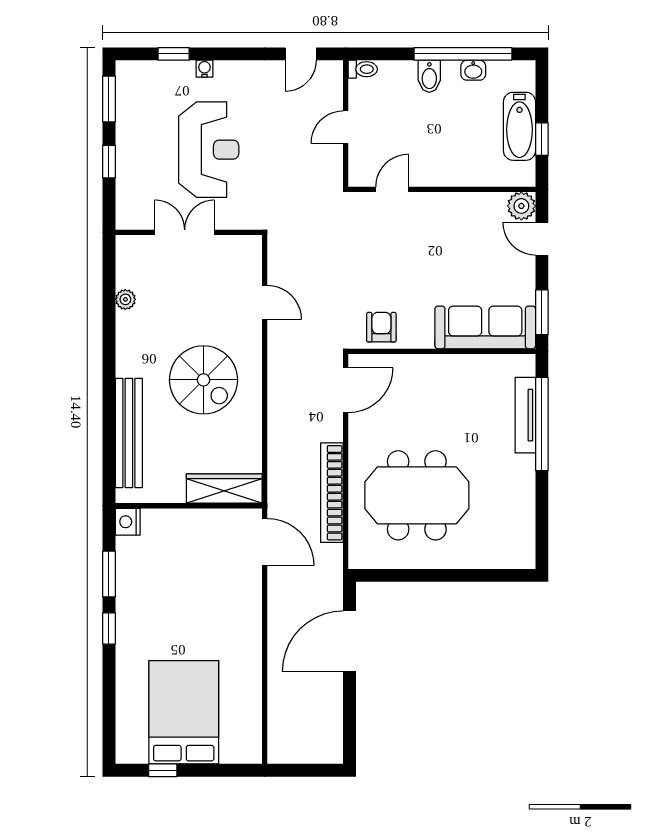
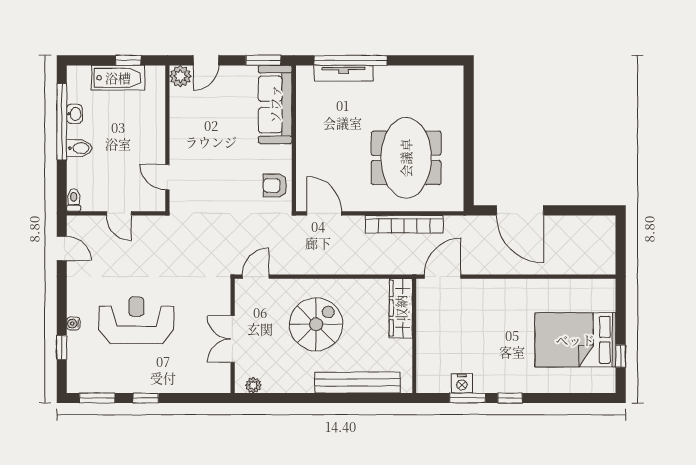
double door: (185, 232) -> (233, 339), moved
wall: (189, 232) -> (233, 336), moved
nightstand: (128, 522) -> (462, 383), moved

